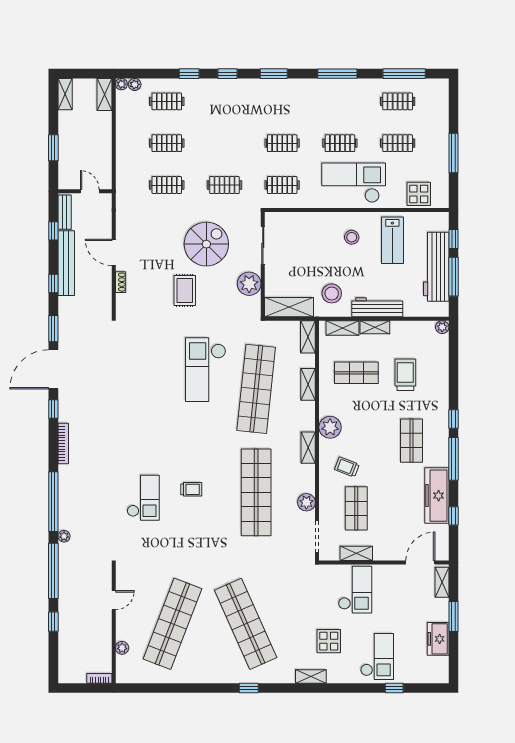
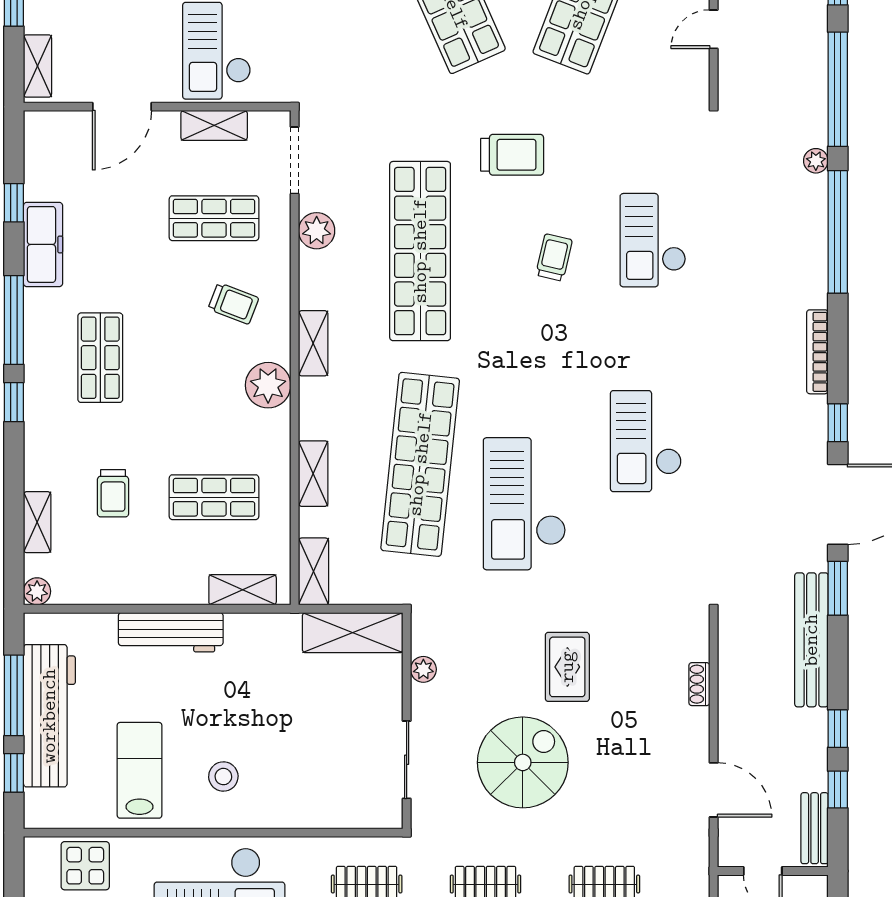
spiral stairs: (206, 244) -> (523, 762), turned 180
door: (114, 252) -> (714, 790), moved
bench: (66, 263) -> (811, 640), moved
window: (53, 284) -> (838, 729), moved
plant: (249, 284) -> (423, 669), width x0.53, depth x0.53
stool: (332, 293) -> (265, 661), removed
shelving: (375, 327) -> (37, 522), moved, turned 90
checkout: (206, 370) -> (524, 504), turned 180
trolley: (405, 375) -> (113, 493), width x0.73, depth x0.72
checkout: (147, 400) -> (646, 441), added
trolley: (191, 489) -> (554, 257), turned 103
freezer: (437, 496) -> (43, 244), width x0.73, depth x0.79
shop shelf: (356, 508) -> (214, 218), turned 90
trolley: (212, 539) -> (512, 155), added
door: (420, 563) -> (122, 107), moved

